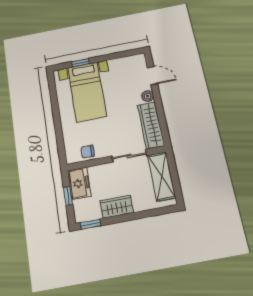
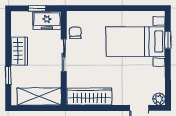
plant: (148, 96) -> (159, 99), moved
sliding door: (129, 156) -> (64, 55), moved
window: (90, 224) -> (8, 75), moved

